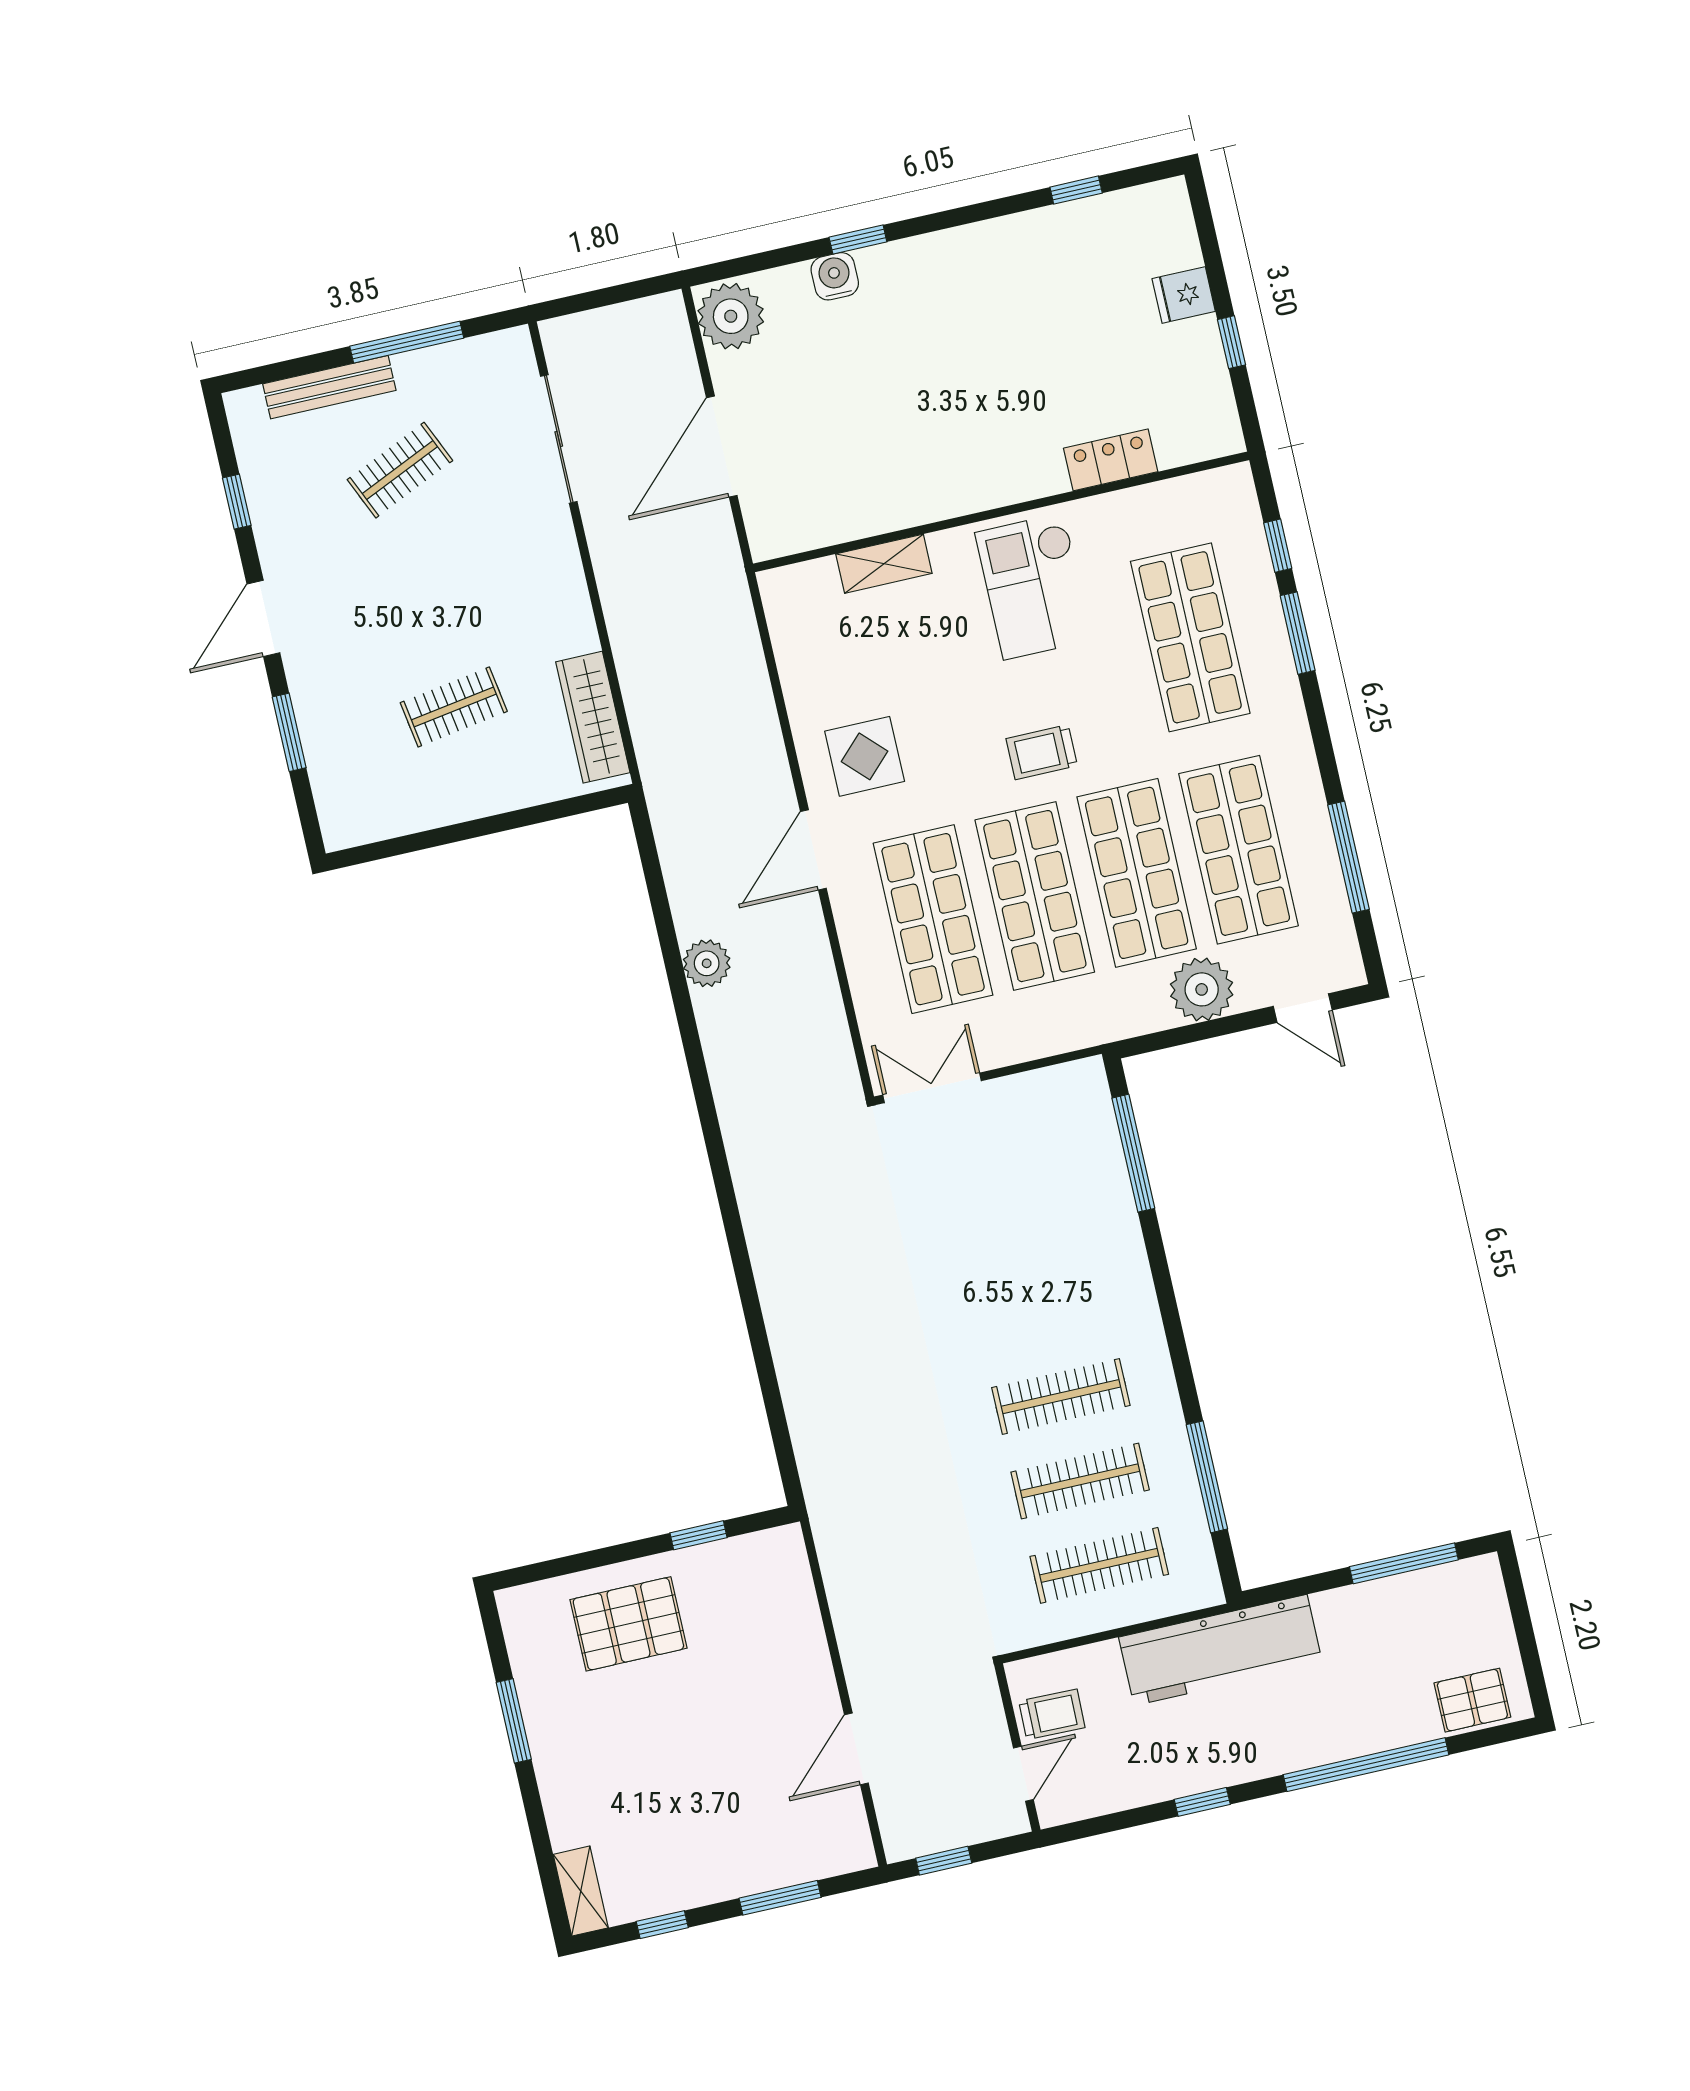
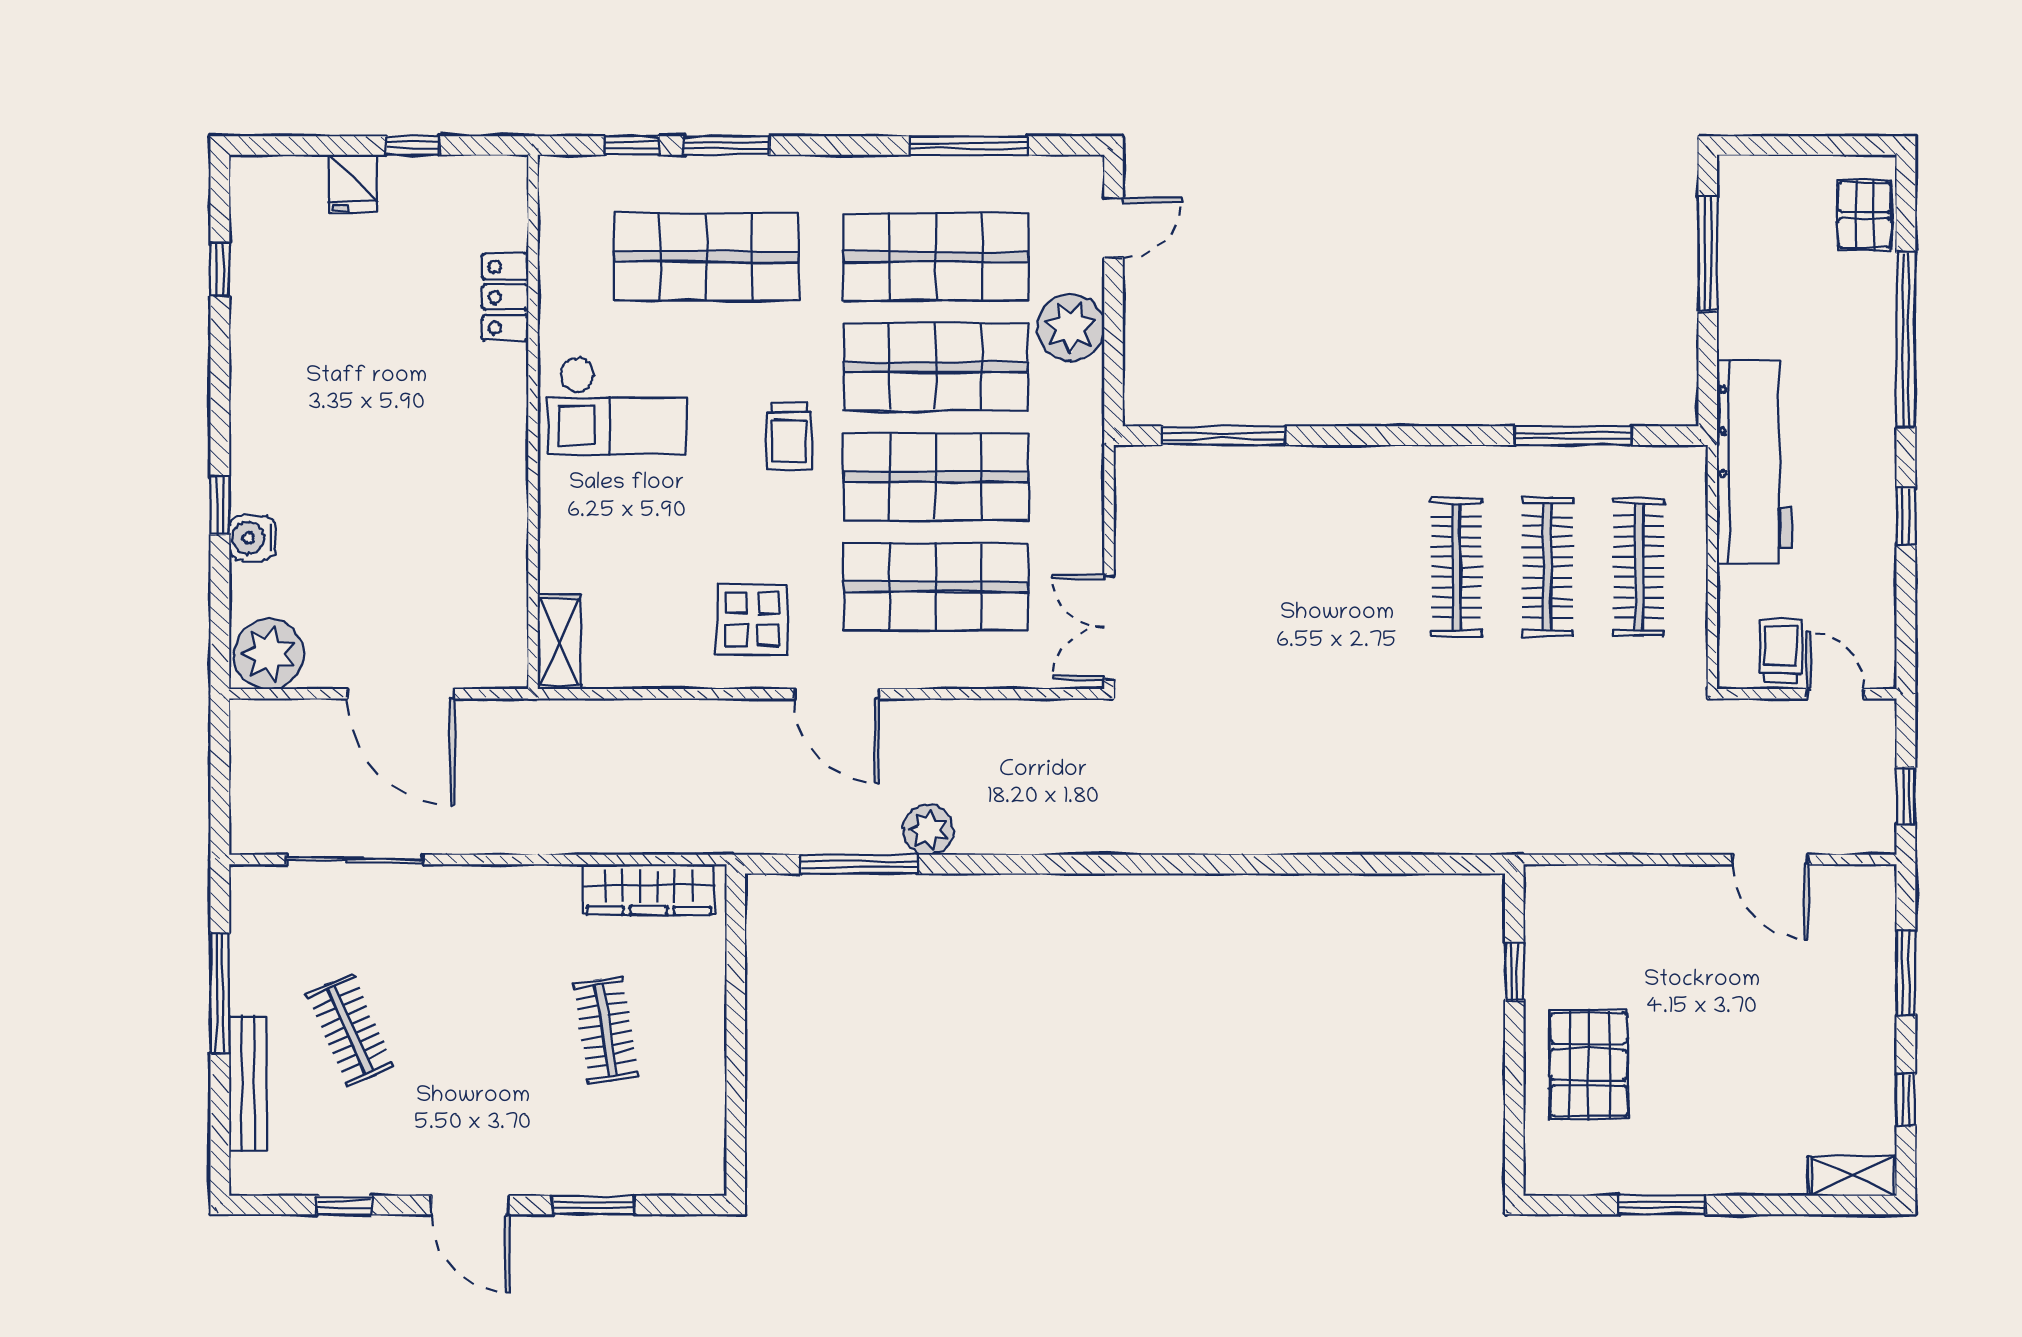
shelving: (884, 564) -> (559, 642), moved
window: (660, 907) -> (859, 864), added

